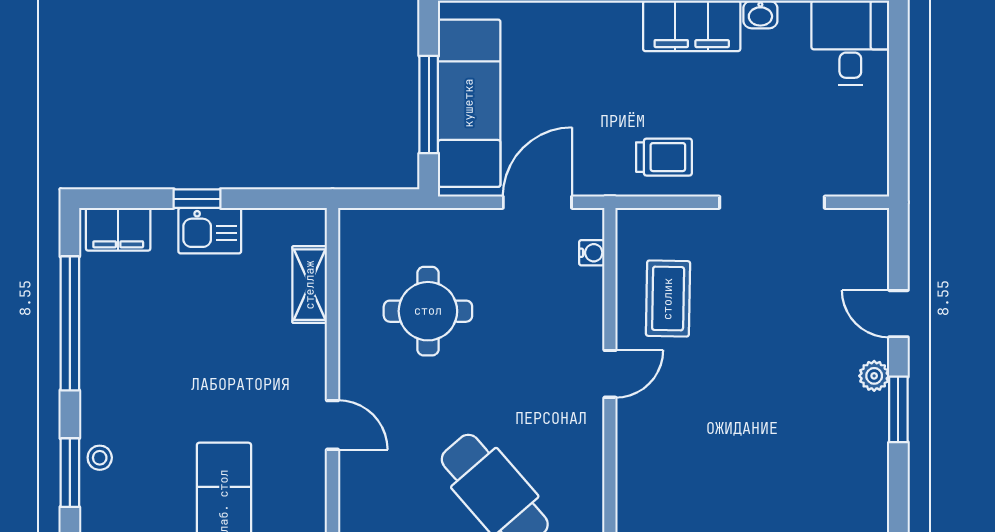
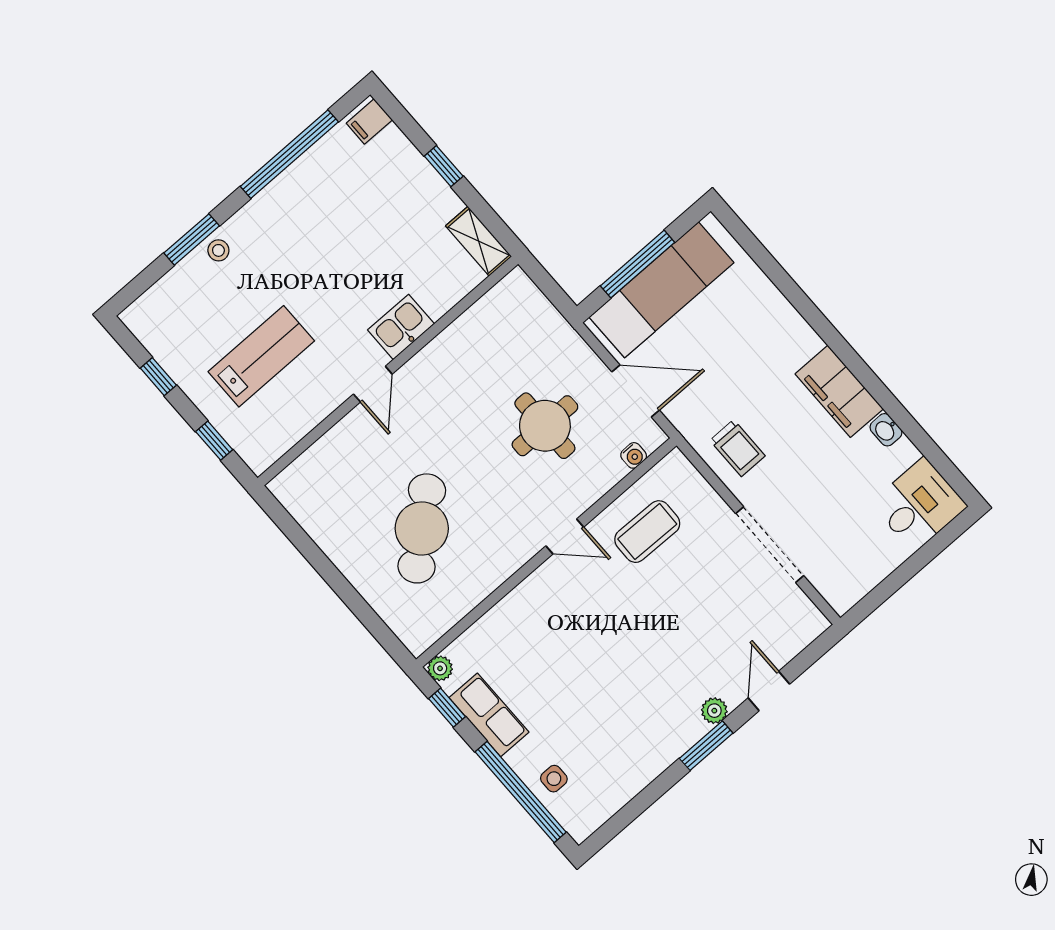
filing cabinet: (118, 229) -> (369, 121), width x0.50
kitchen sink: (210, 231) -> (401, 327), moved, turned 90
shelving: (310, 285) -> (479, 241), moved, turned 90
round table: (428, 311) -> (545, 426), moved

